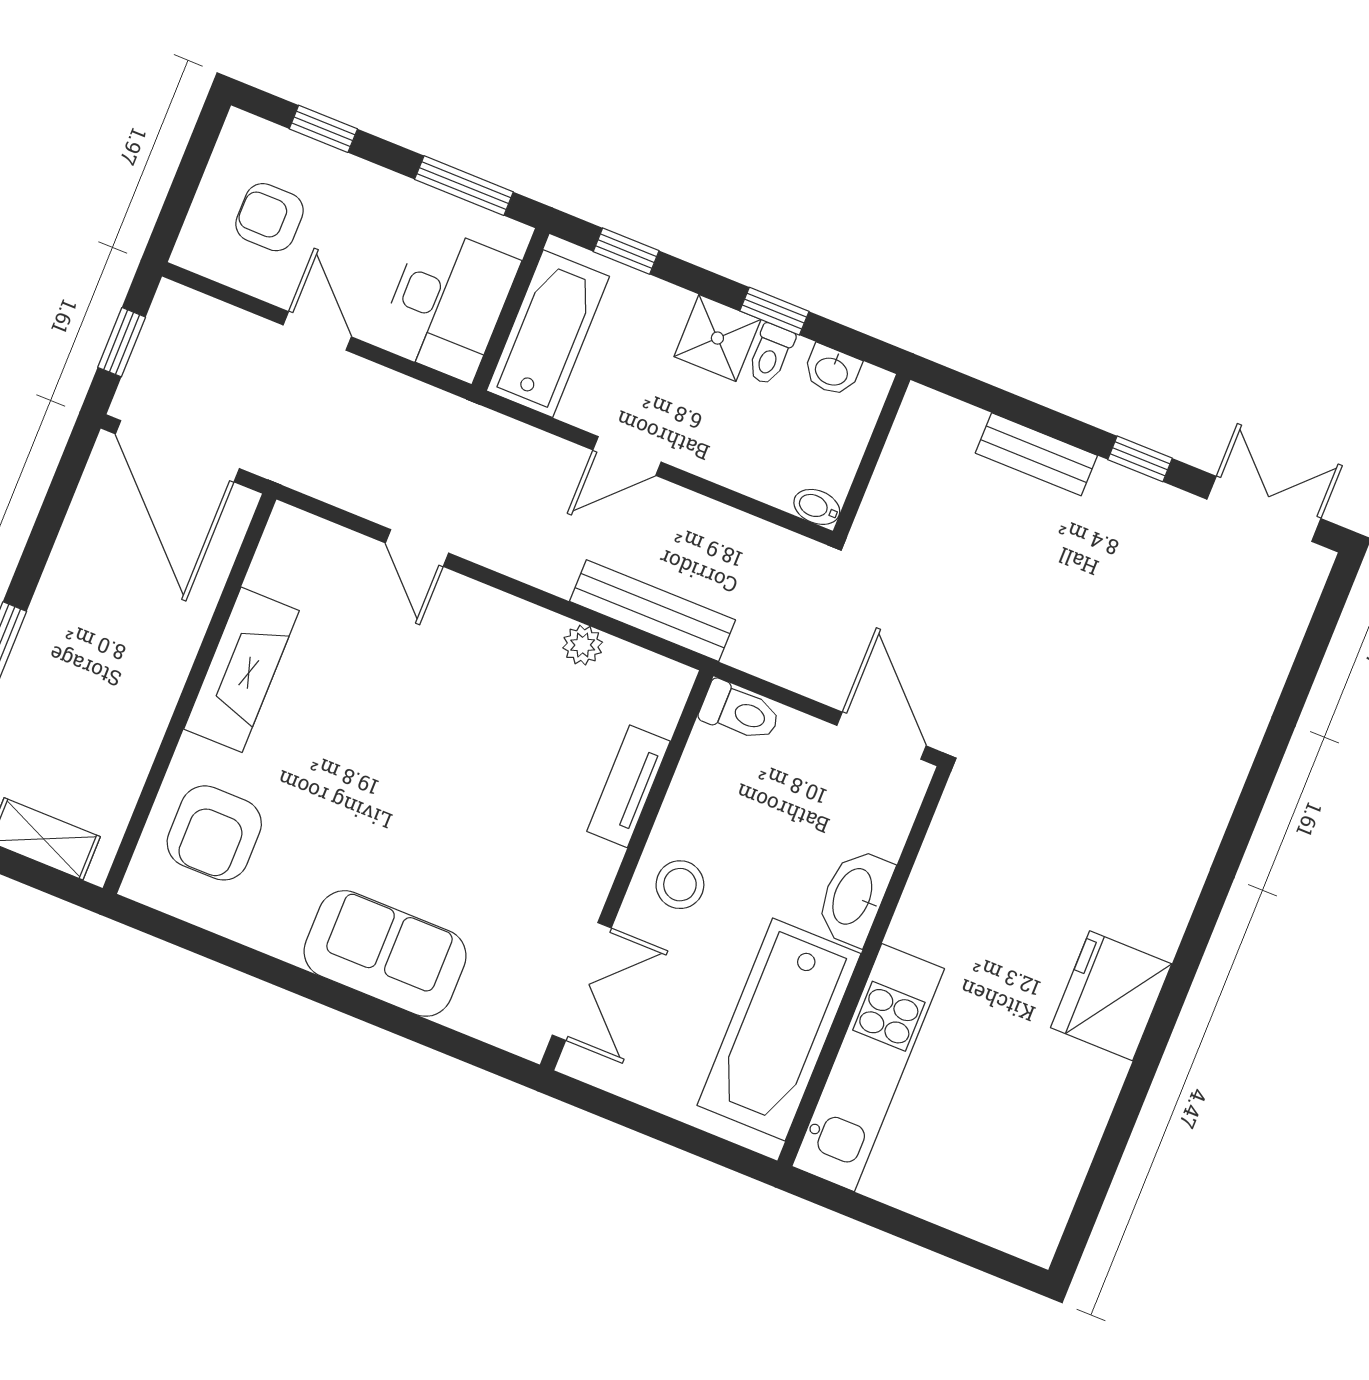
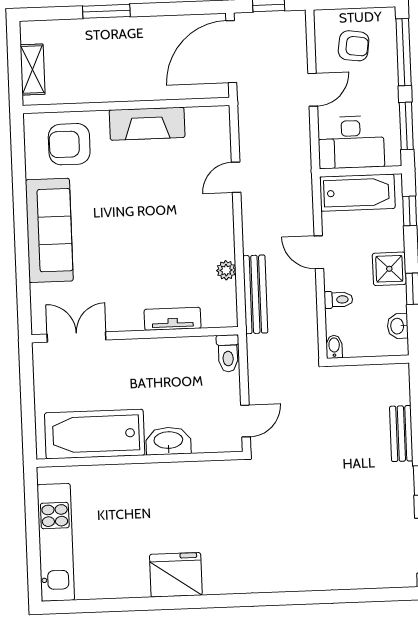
window: (323, 129) -> (404, 52), width x2.17
armchair: (270, 217) -> (354, 46), turned 98
toilet: (770, 354) -> (338, 300), moved, turned 180
door: (881, 736) -> (245, 421), width x0.73
stool: (680, 885) -> (139, 361), removed
sofa: (385, 953) -> (49, 230), width x1.36
double door: (582, 981) -> (77, 337), swing flipped
kitchen unit: (868, 1068) -> (56, 542), moved, turned -90

